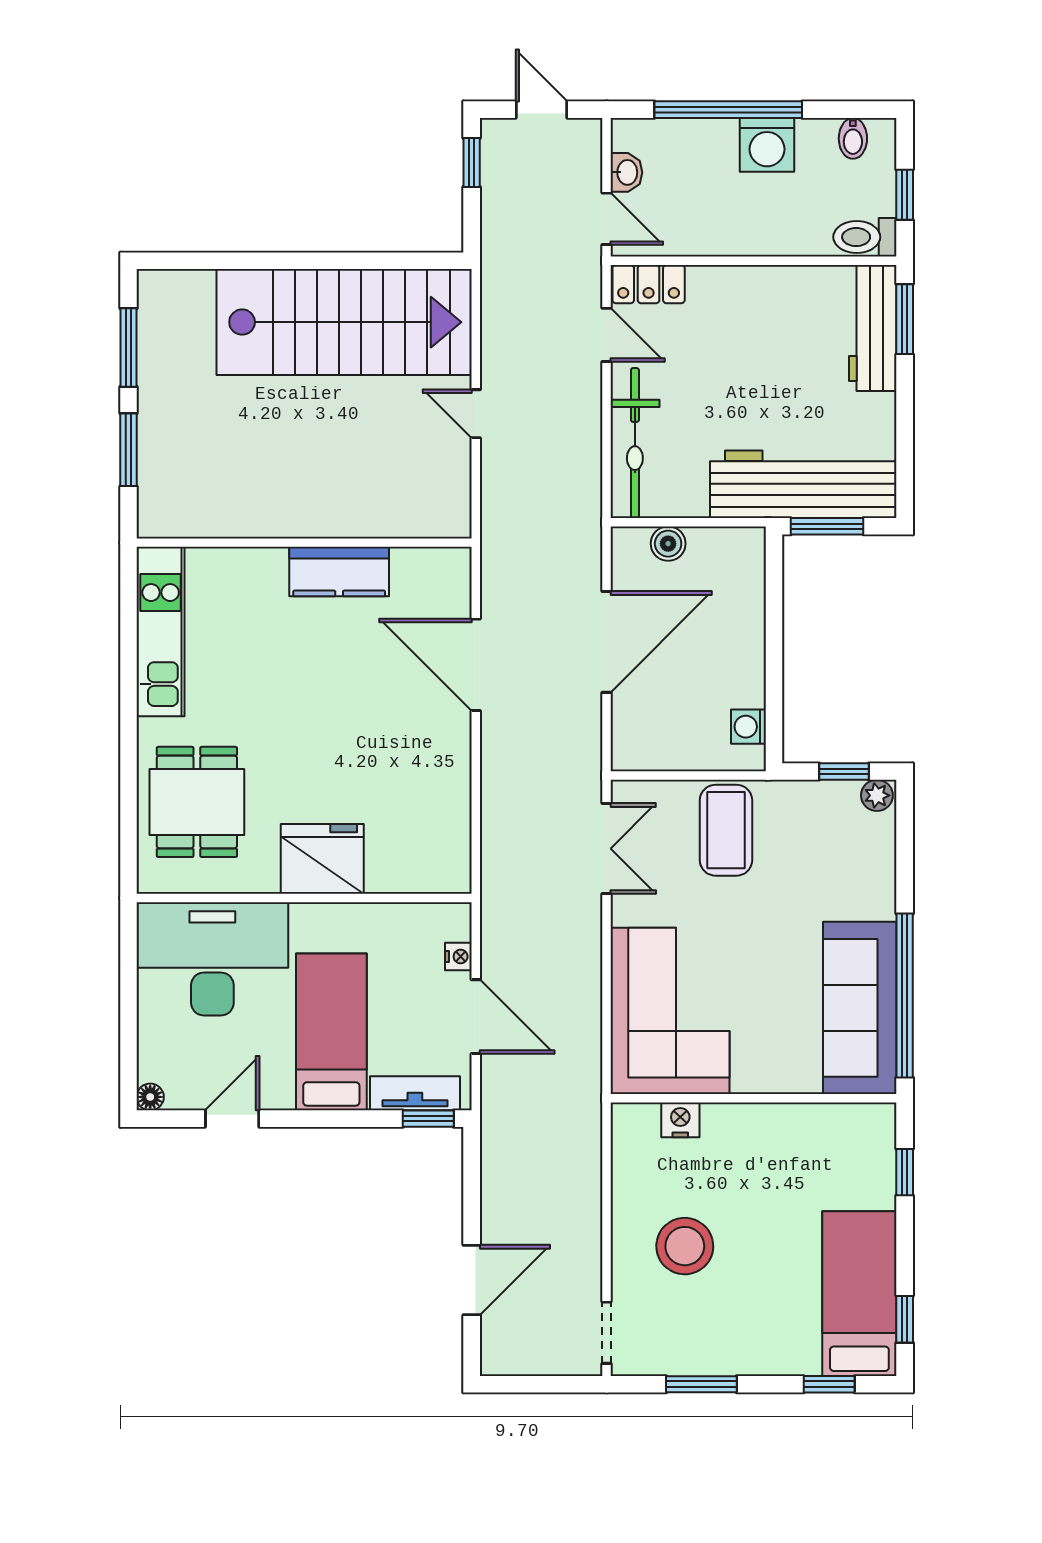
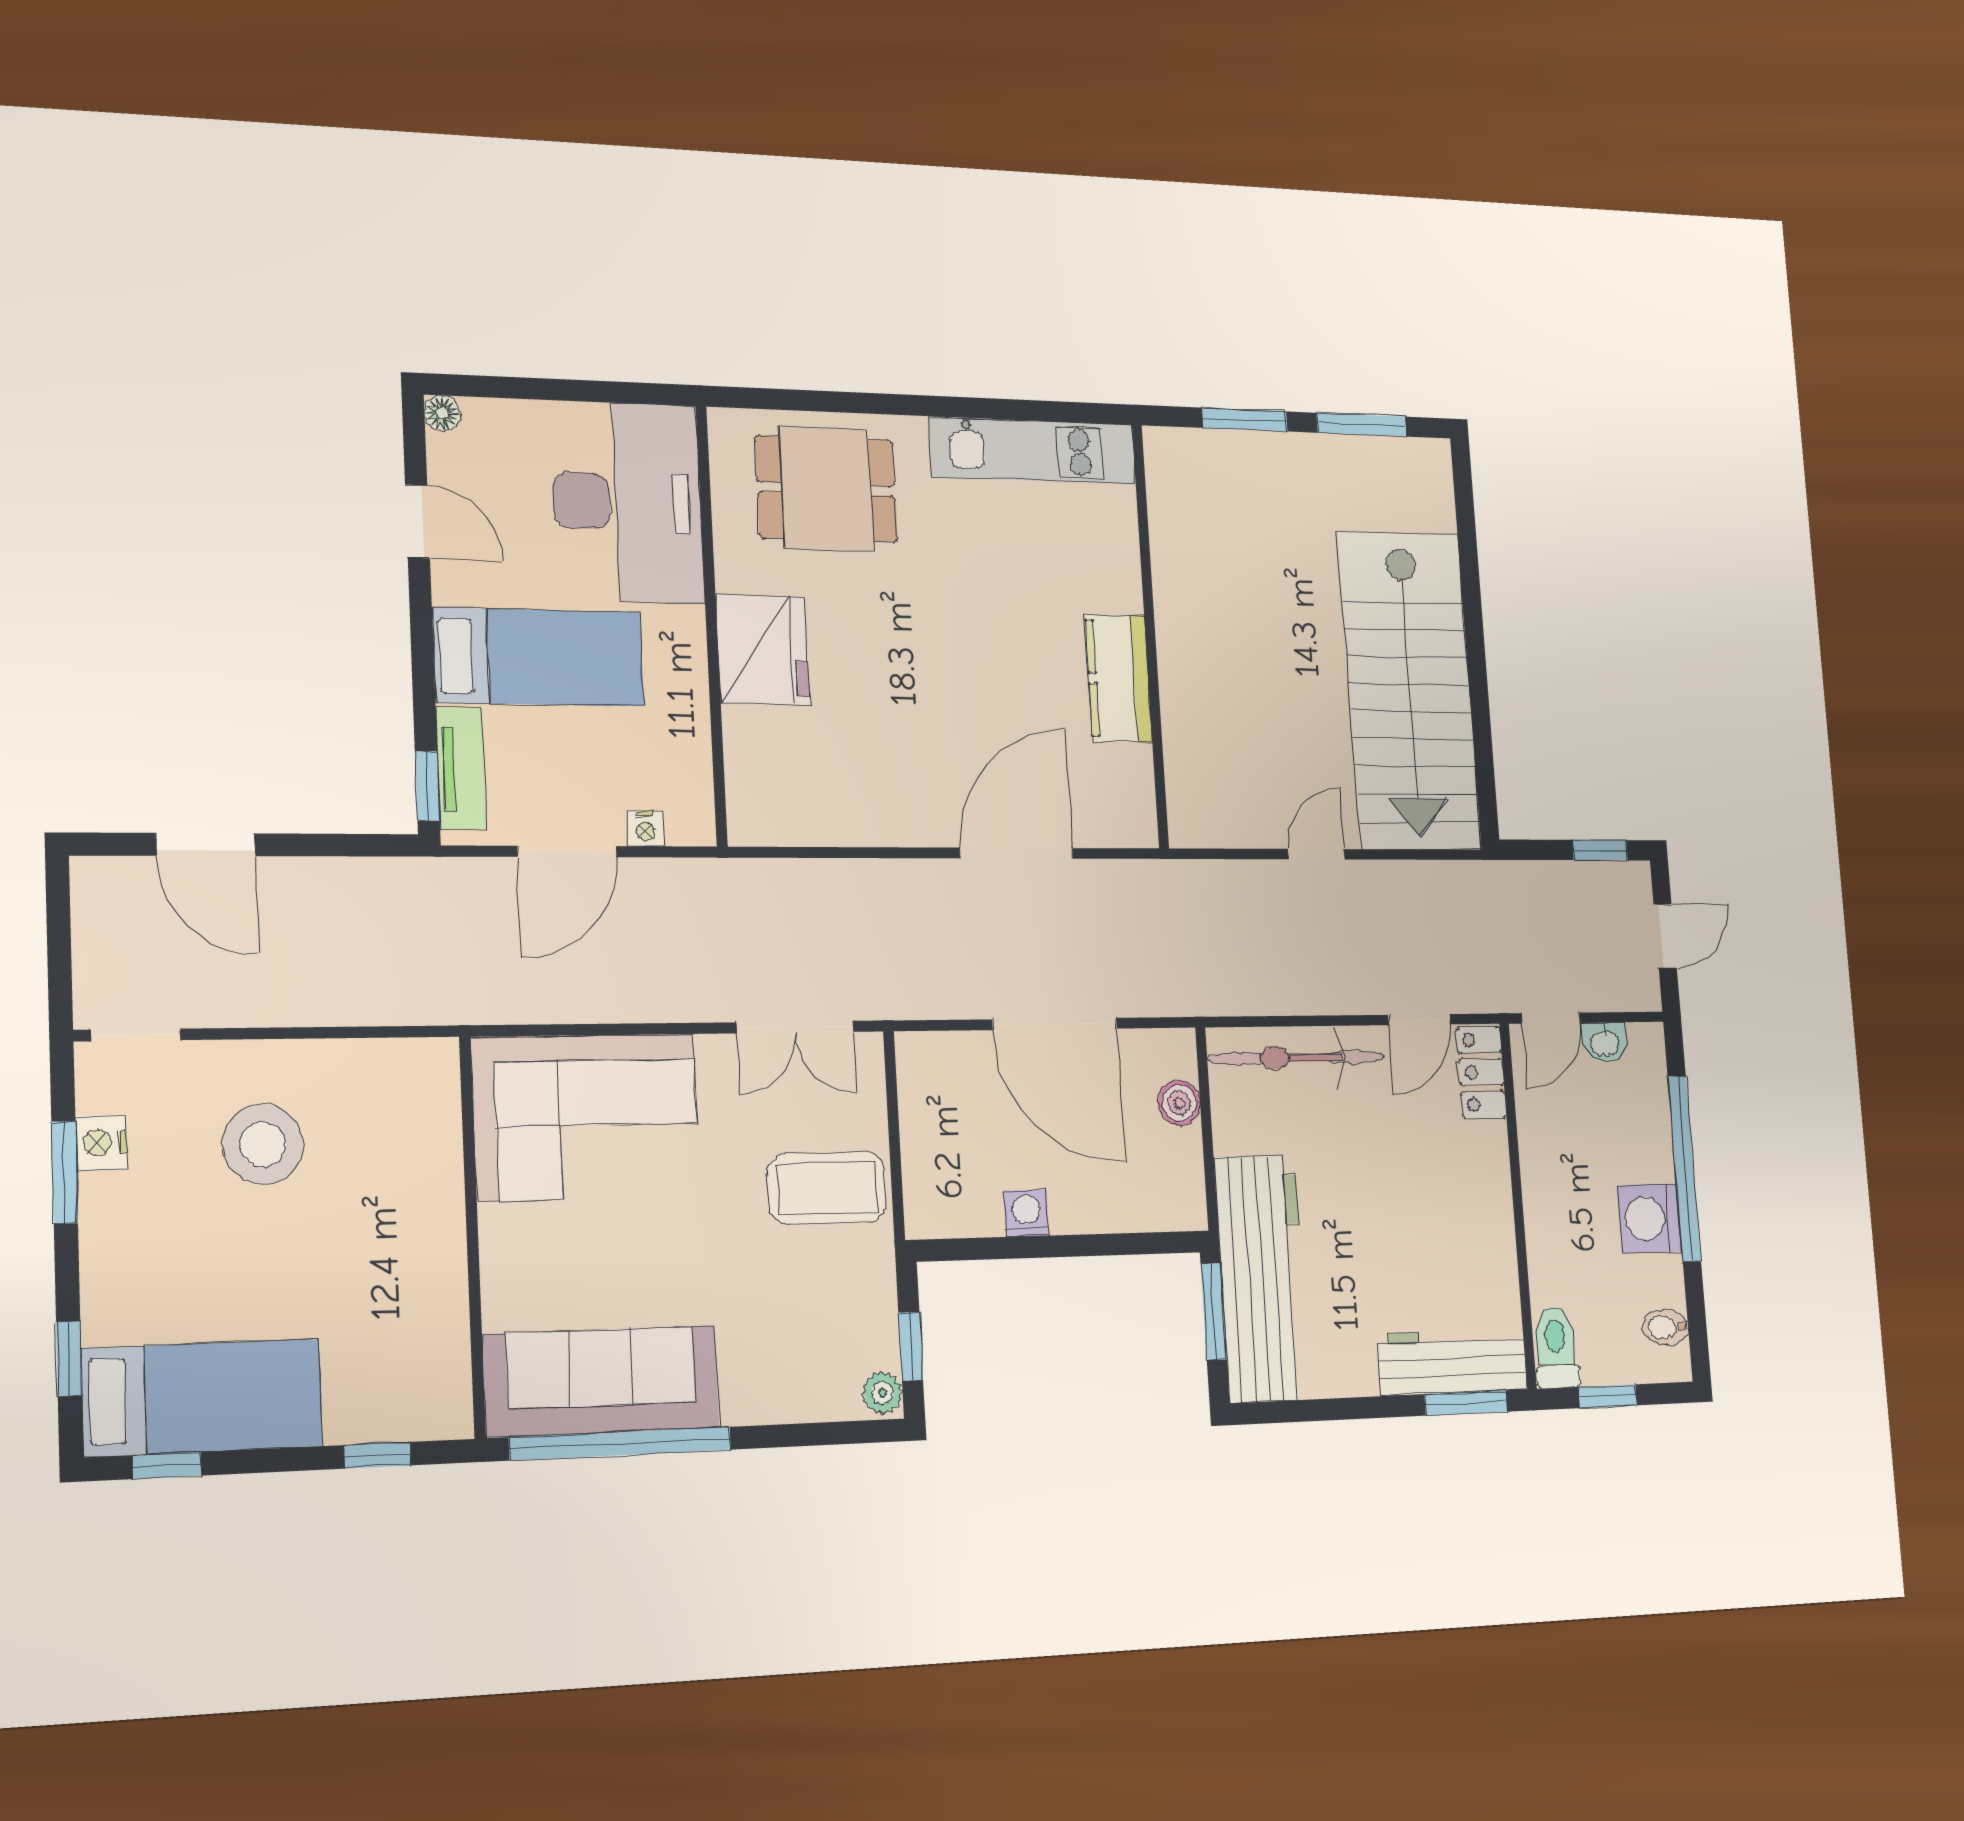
washing machine: (749, 727) -> (1026, 1213), moved
nightstand: (680, 1120) -> (101, 1143), moved, turned 180

